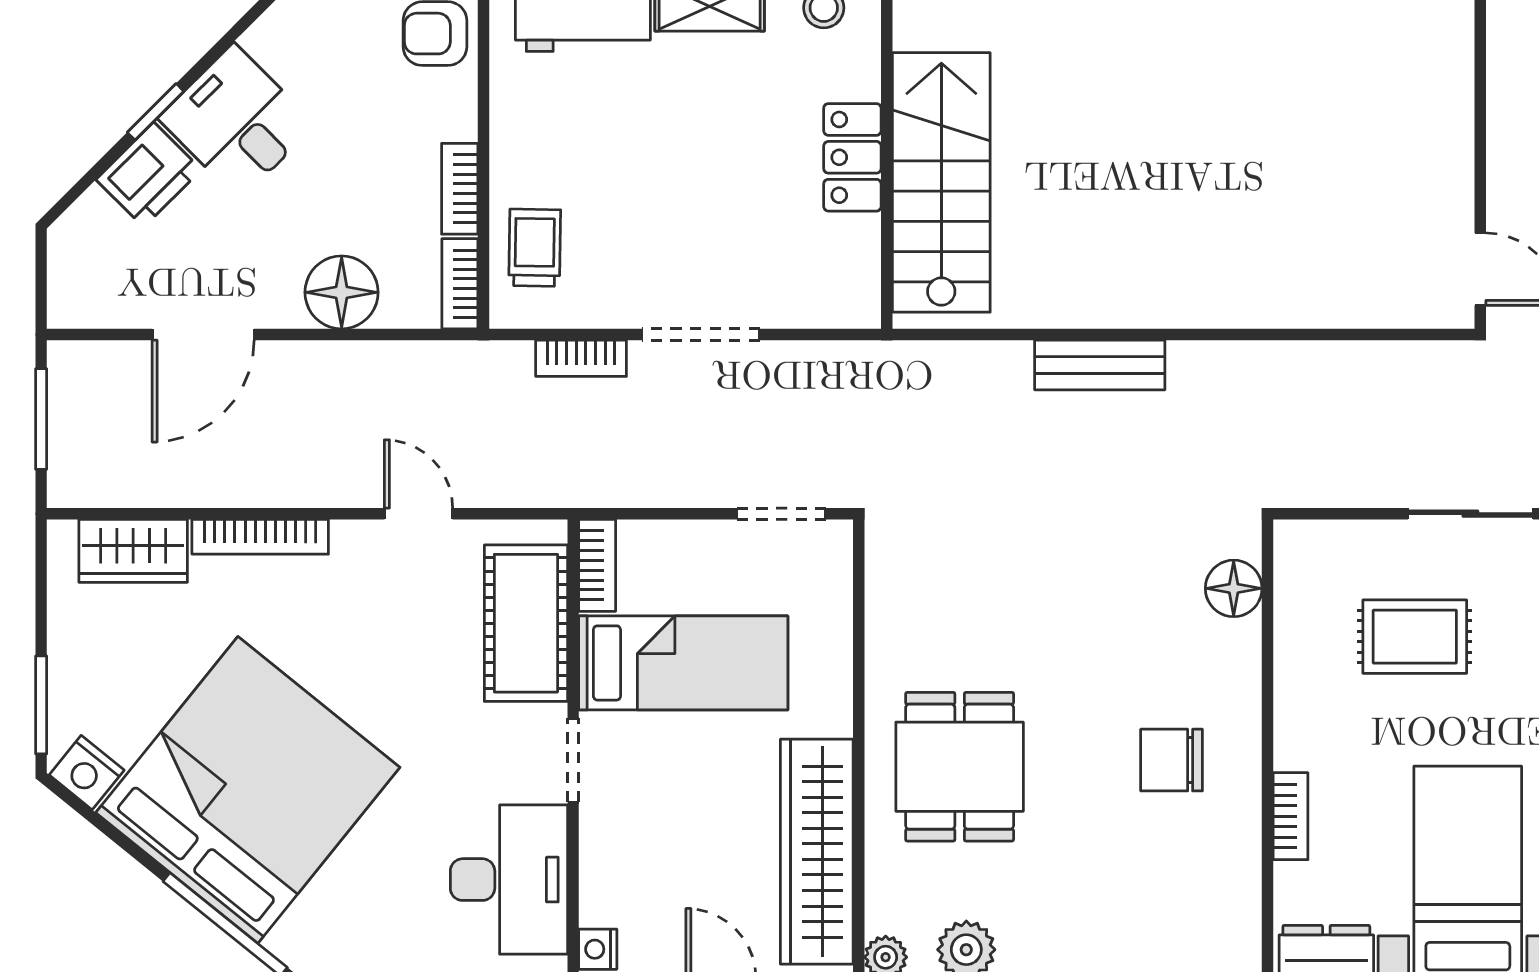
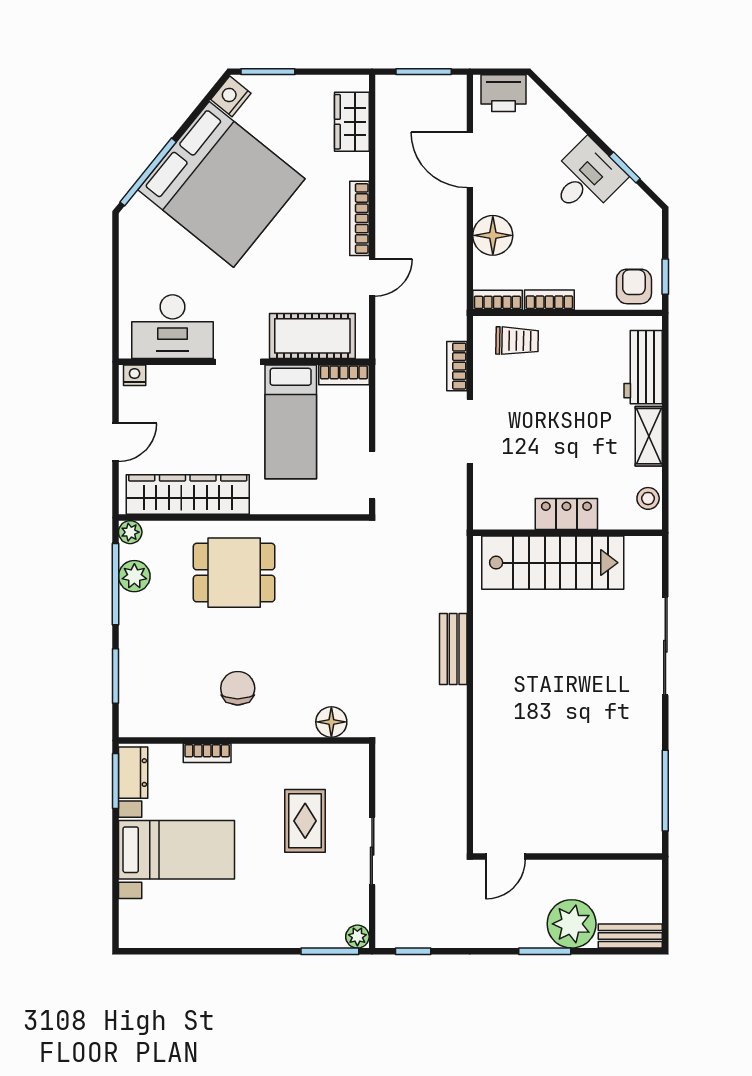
window: (156, 112) -> (625, 167), moved
printer: (149, 175) -> (503, 93), moved, turned -45
bookcase: (260, 537) -> (359, 218), moved

